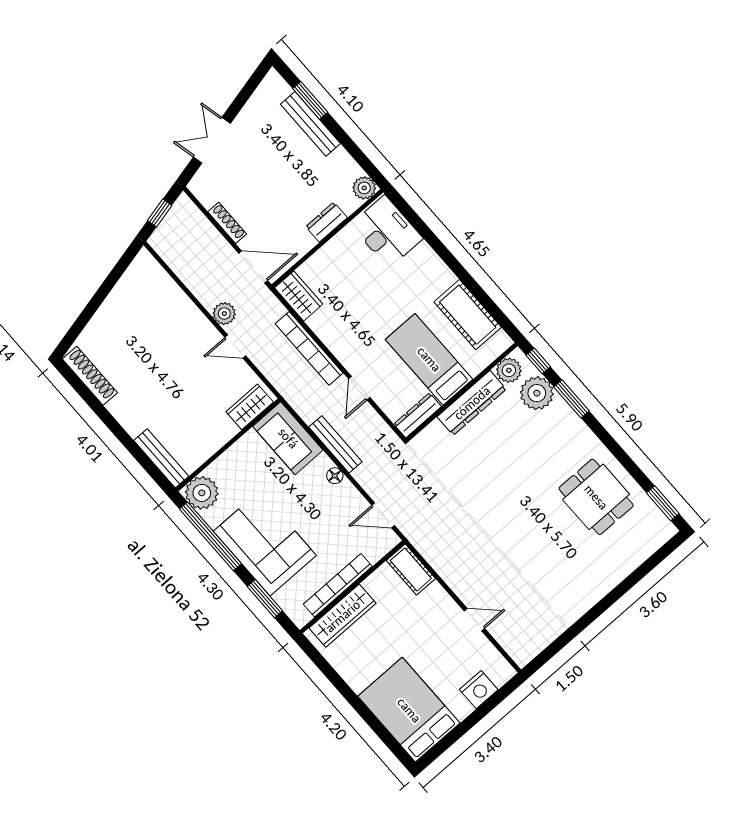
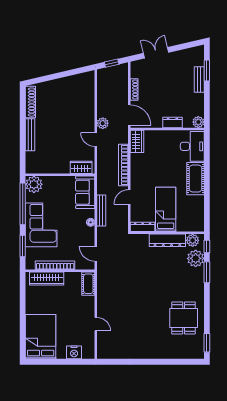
bench: (310, 124) -> (199, 80), width x0.73
cot: (468, 315) -> (195, 179), moved
bench: (161, 458) -> (30, 135), moved

